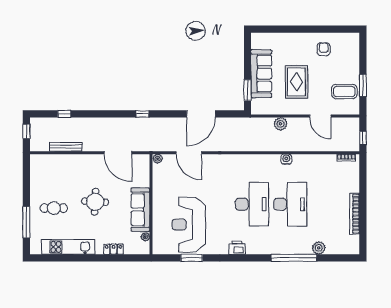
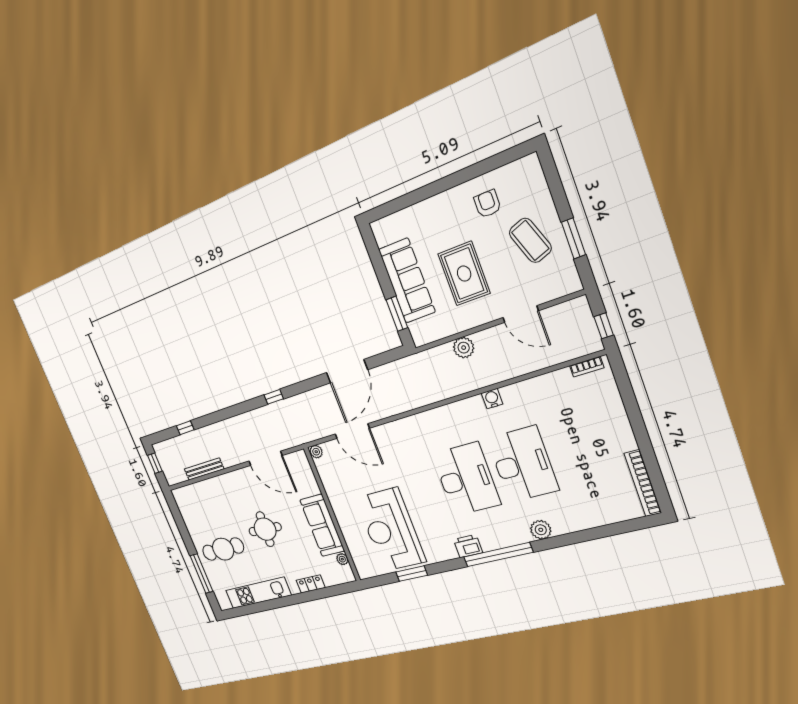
coffee table: (344, 92) -> (530, 240), moved, turned 70
cafe table: (54, 208) -> (223, 549), width x1.37, depth x1.35
bookcase: (355, 214) -> (643, 483), moved
plant: (319, 248) -> (541, 530), moved
window: (294, 258) -> (498, 555), moved

